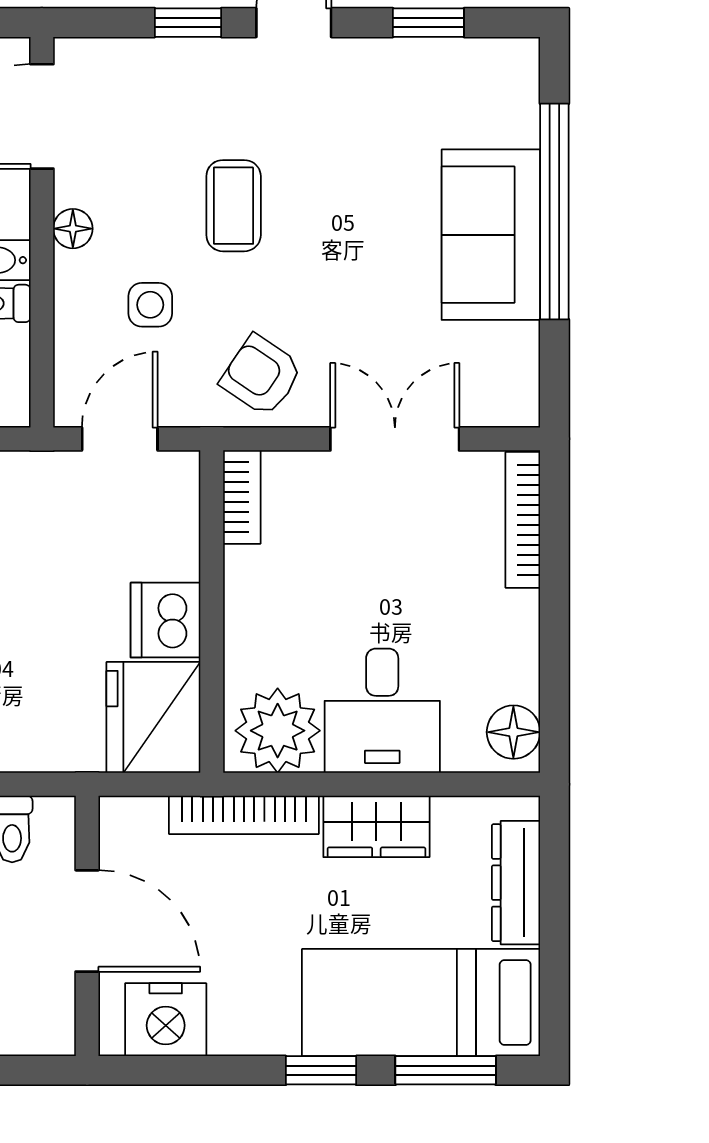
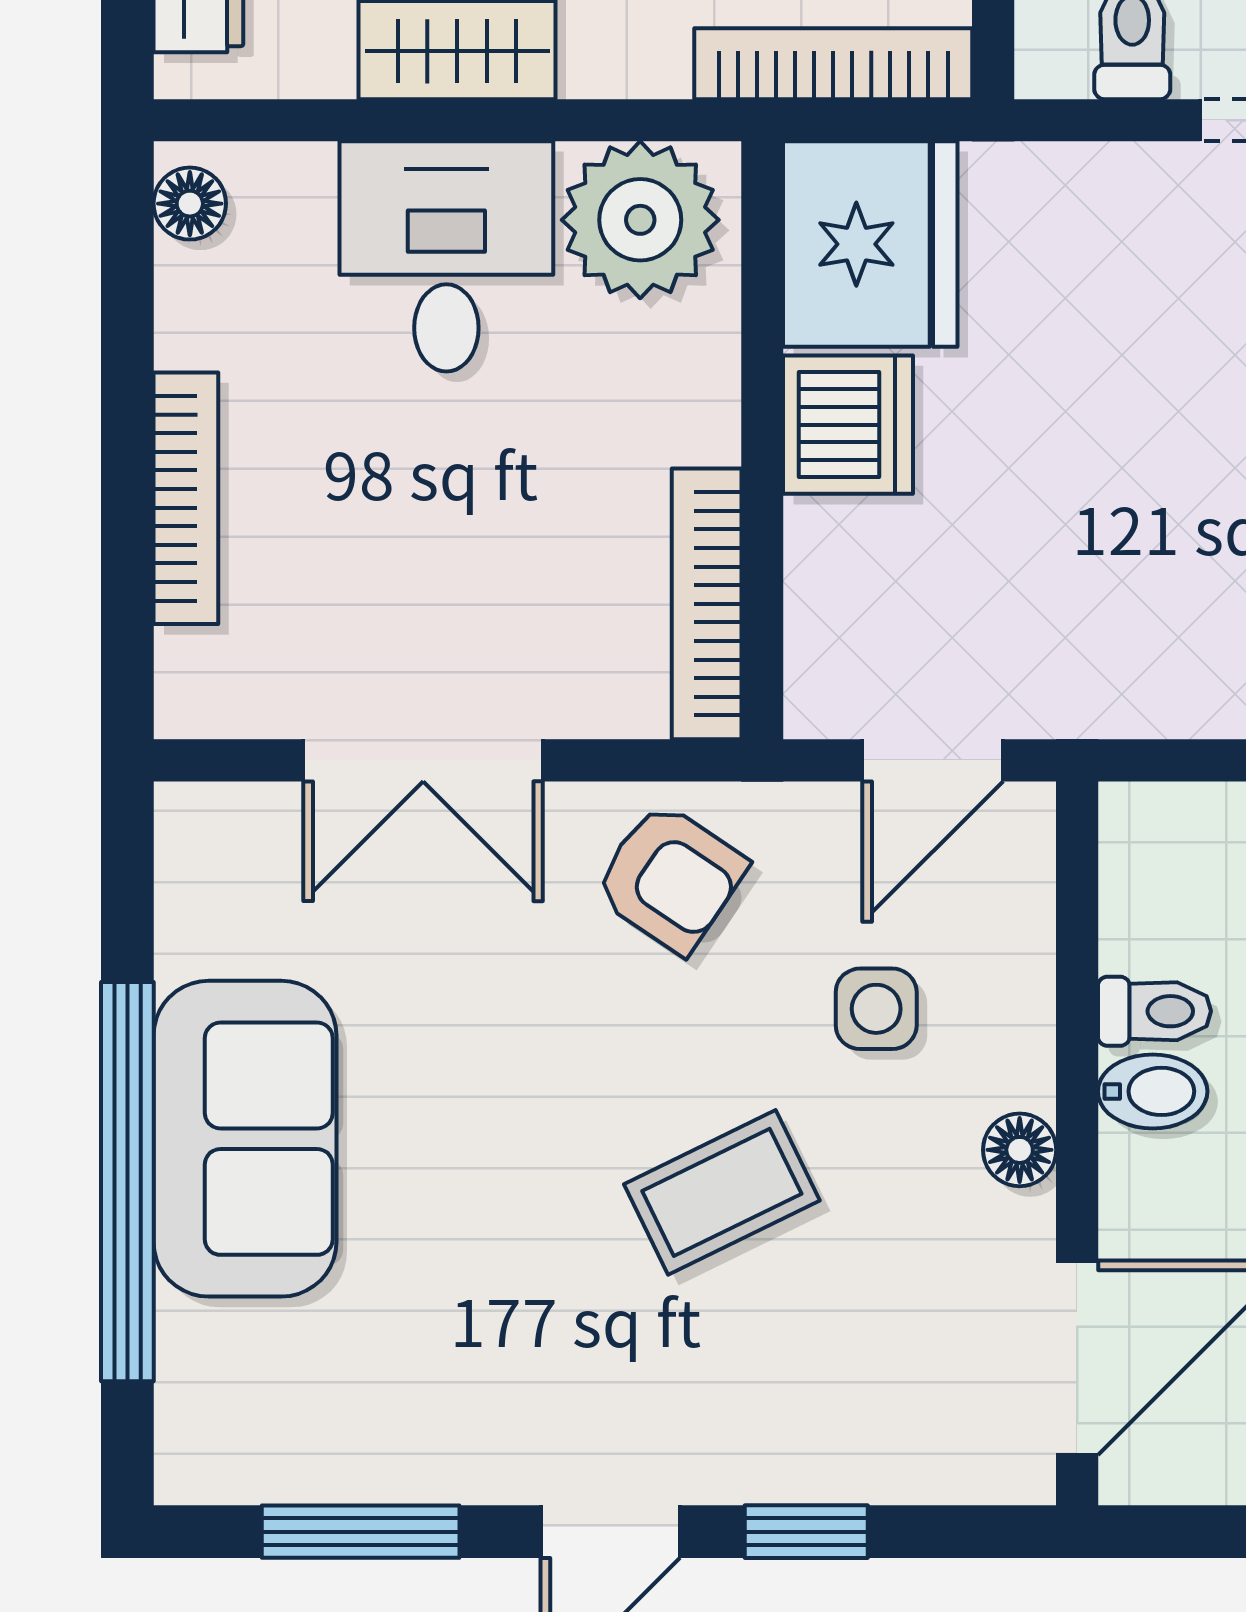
window: (428, 23) -> (361, 1532), width x1.50
coffee table: (234, 206) -> (722, 1192), turned 64
bookcase: (242, 497) -> (707, 604), width x1.56
bookcase: (523, 520) -> (186, 498), moved
floor lamp: (513, 732) -> (190, 204), width x0.73, depth x0.73
bookcase: (244, 815) -> (833, 64), moved

